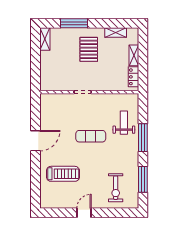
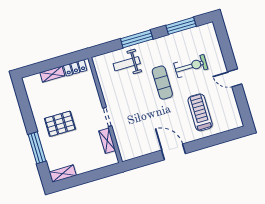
shelving: (116, 32) -> (107, 141), moved
exercise mat: (91, 136) -> (162, 83), moved
exercise bike: (116, 188) -> (191, 66), moved

